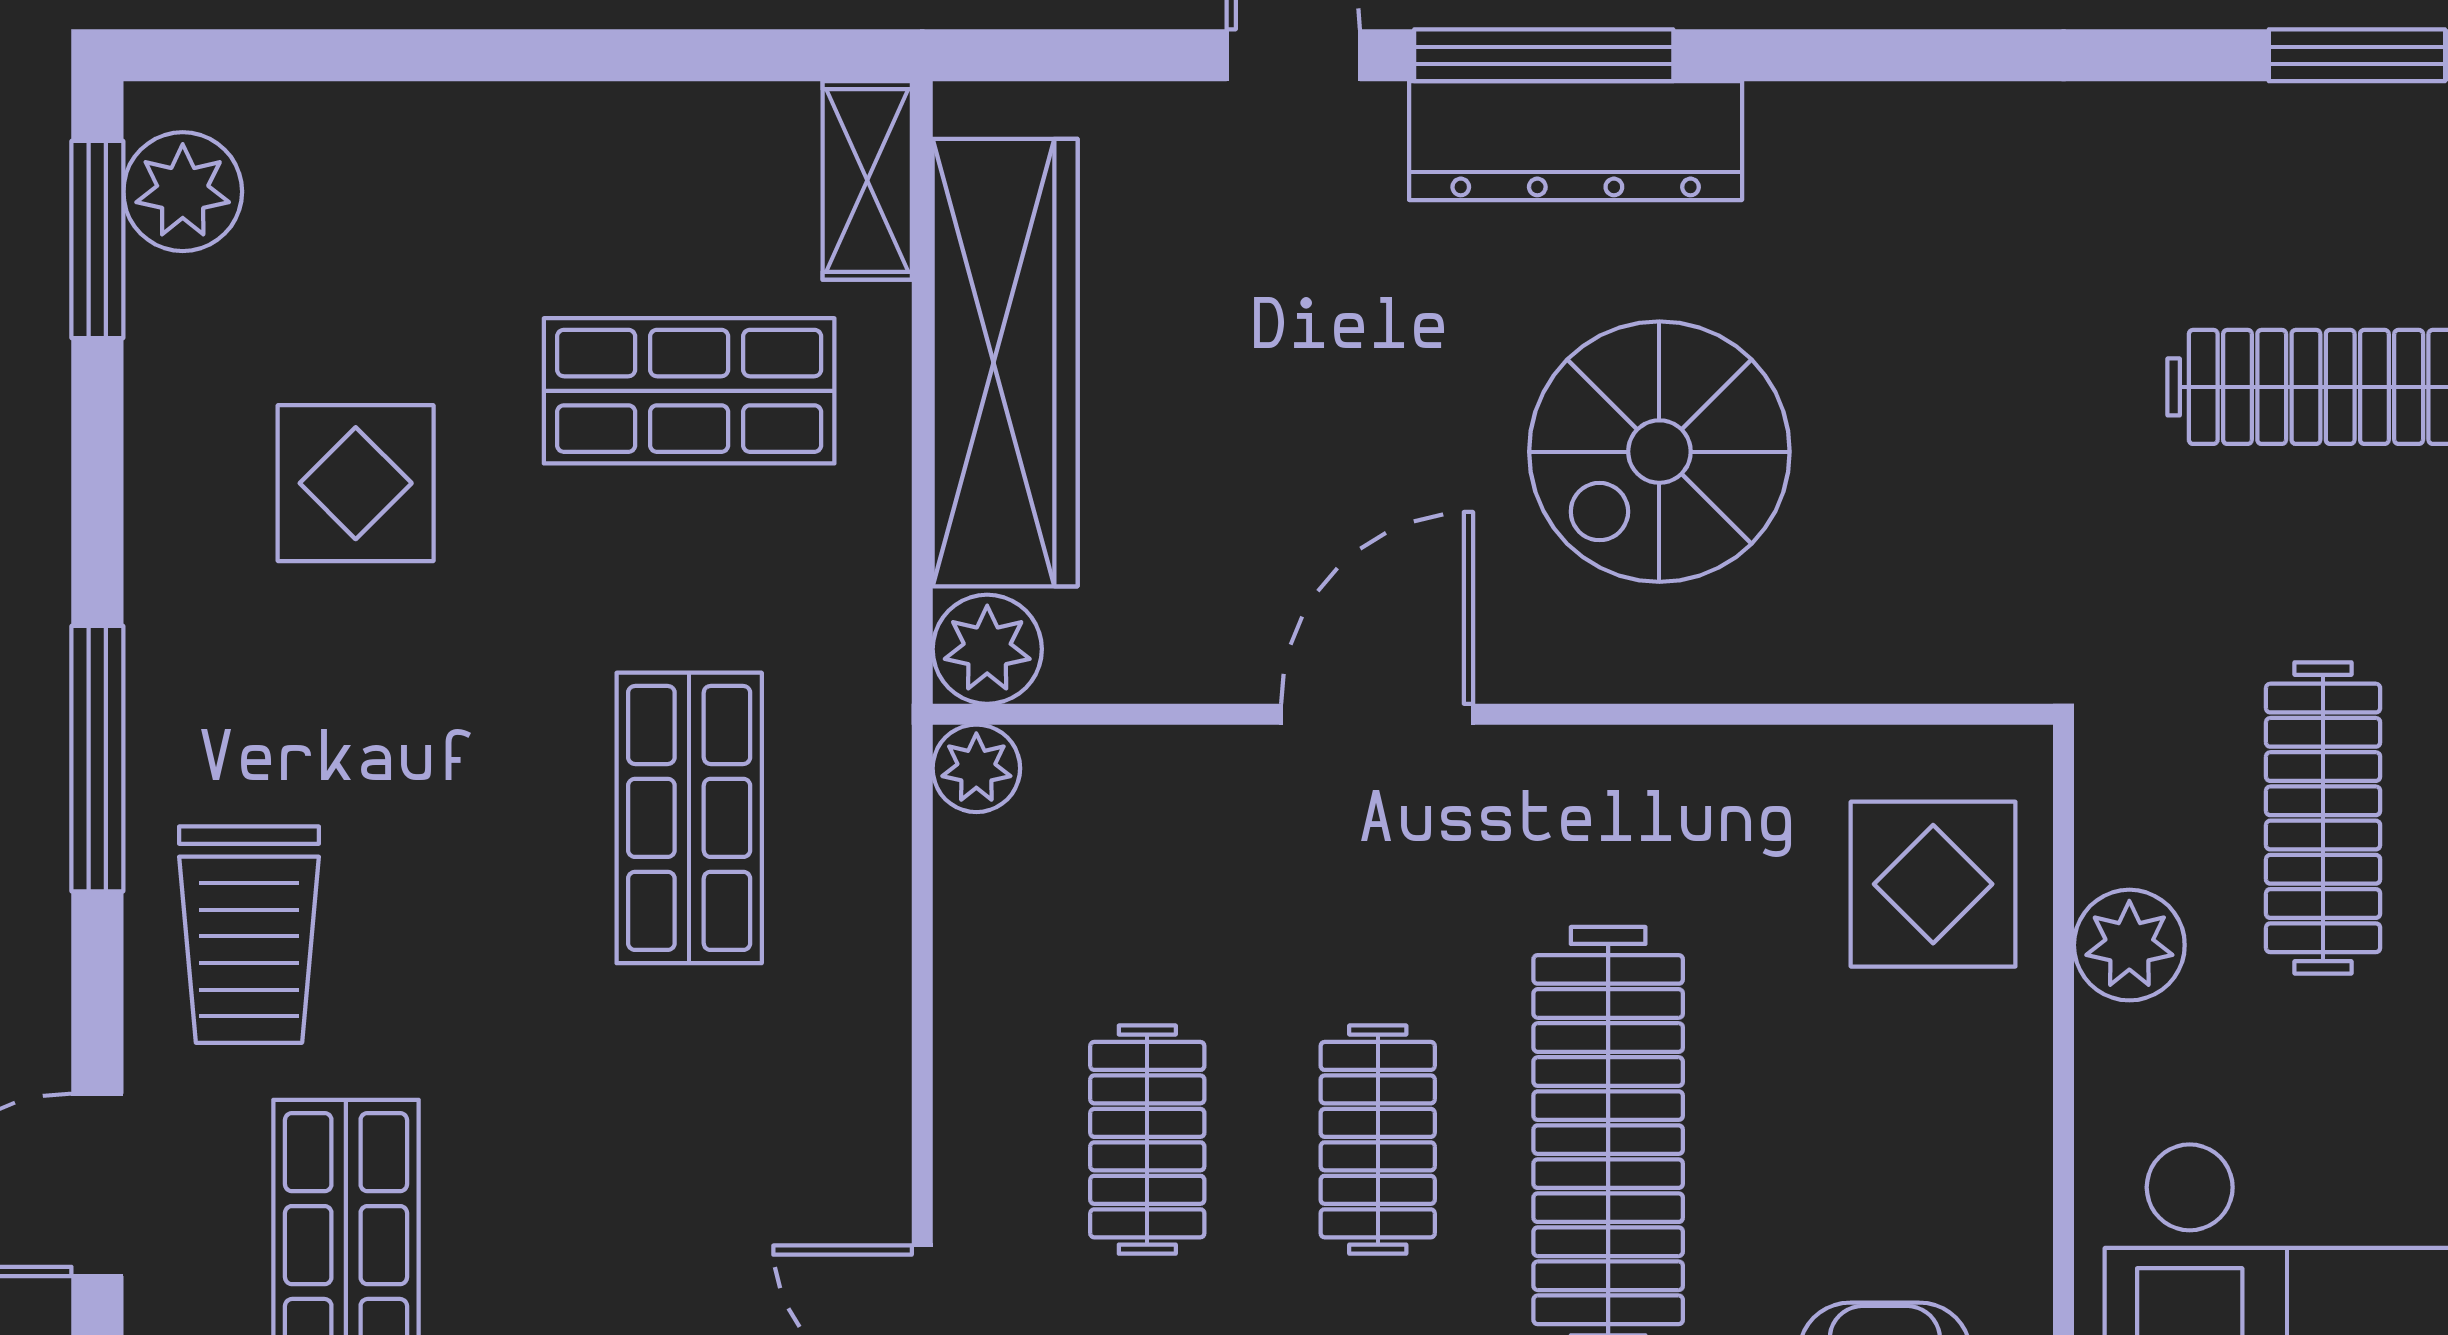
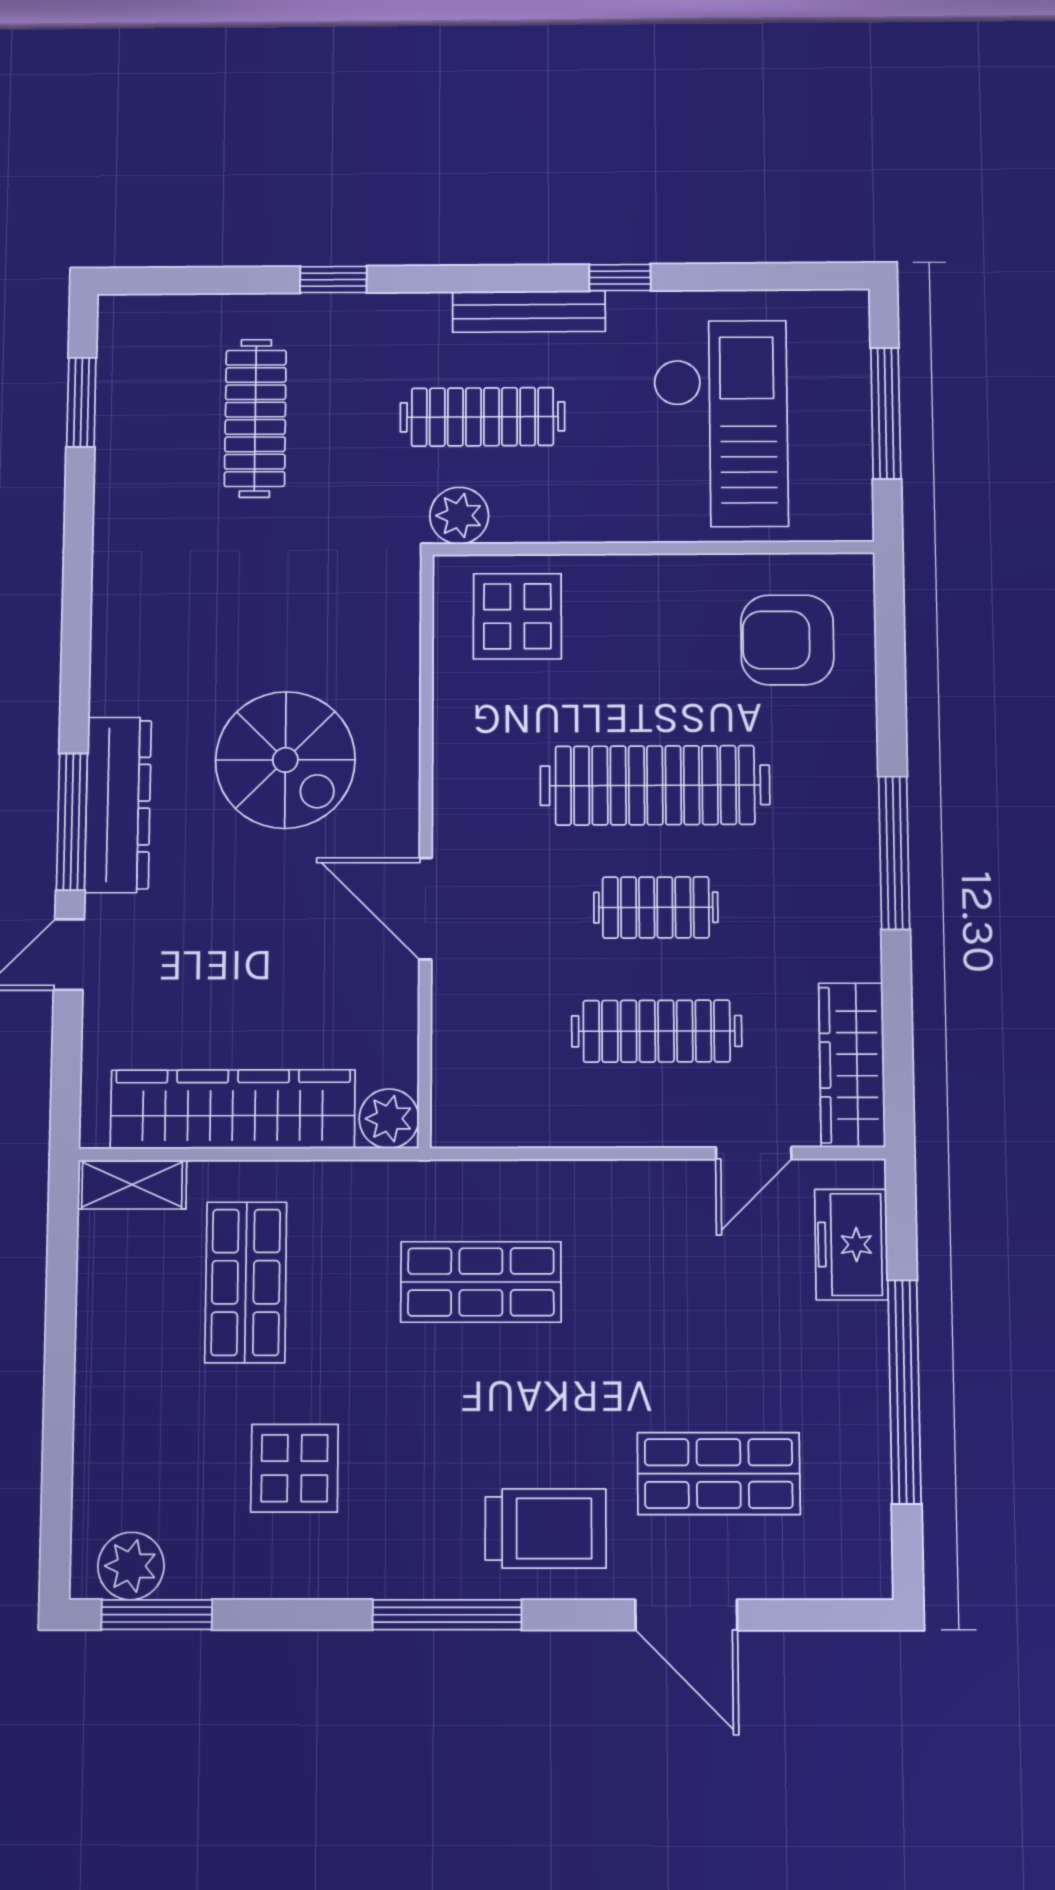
plant: (976, 768) -> (454, 1124), removed
plant: (2129, 945) -> (459, 516), moved
clothes rail: (1147, 1140) -> (657, 1031), width x1.36

